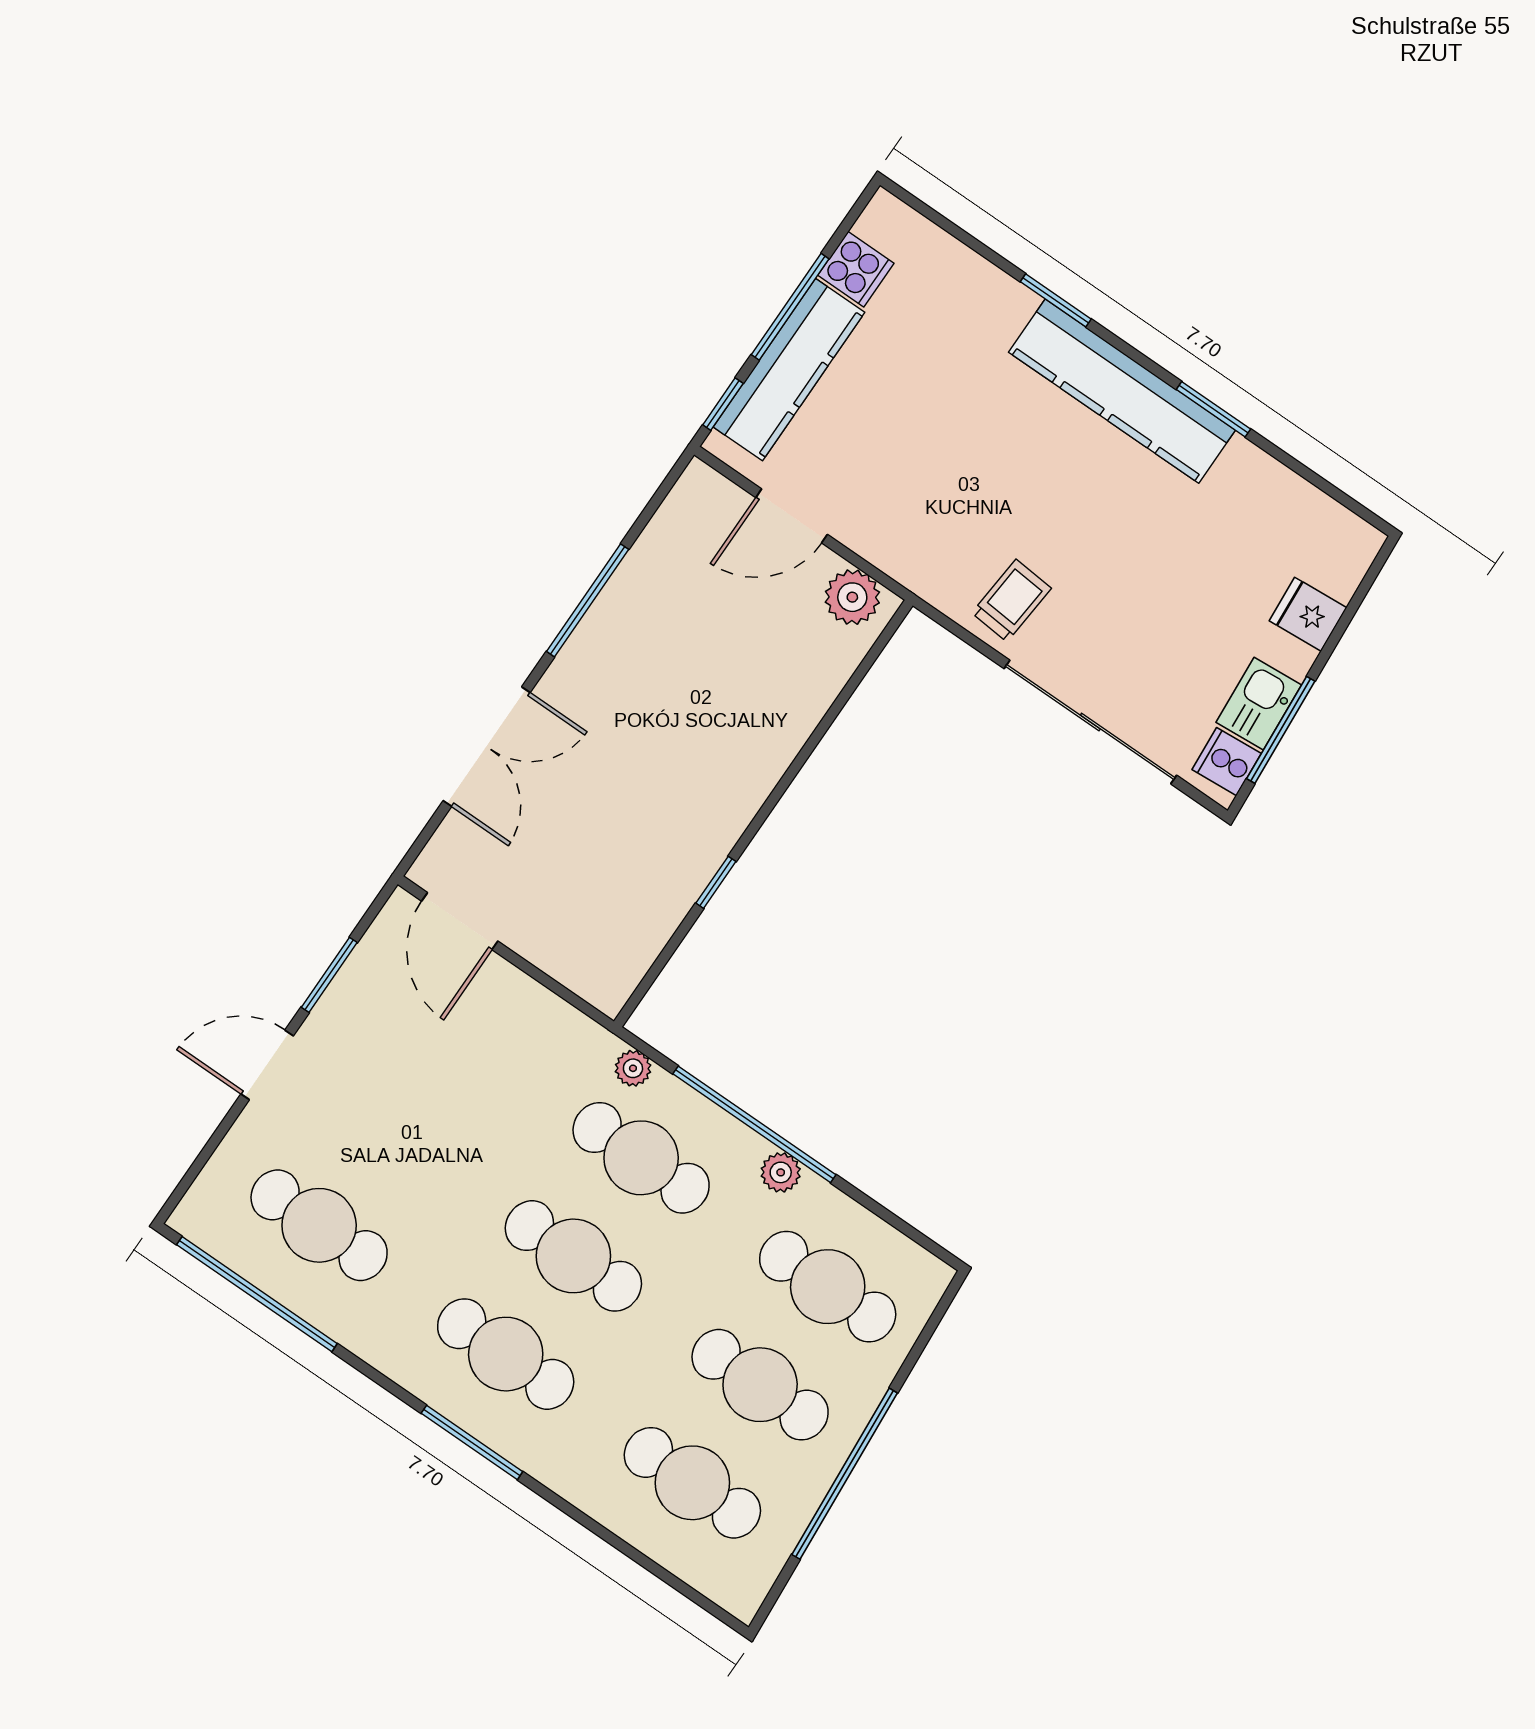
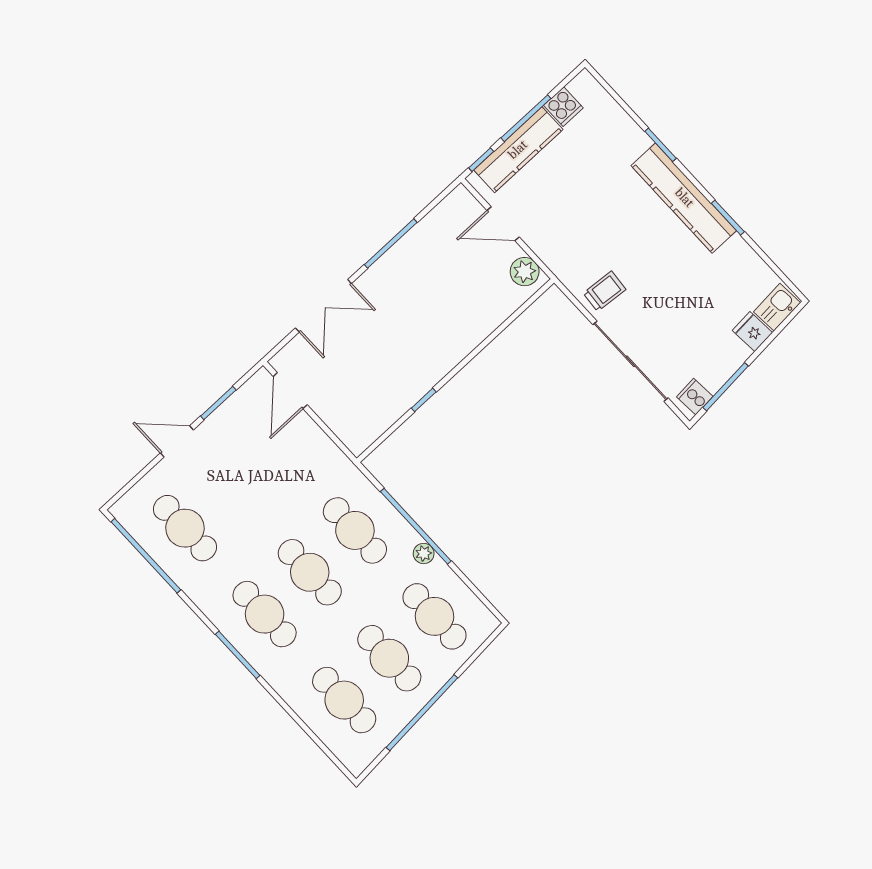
kitchen sink: (1259, 704) -> (777, 307), moved
plant: (633, 1068) -> (361, 484), removed

